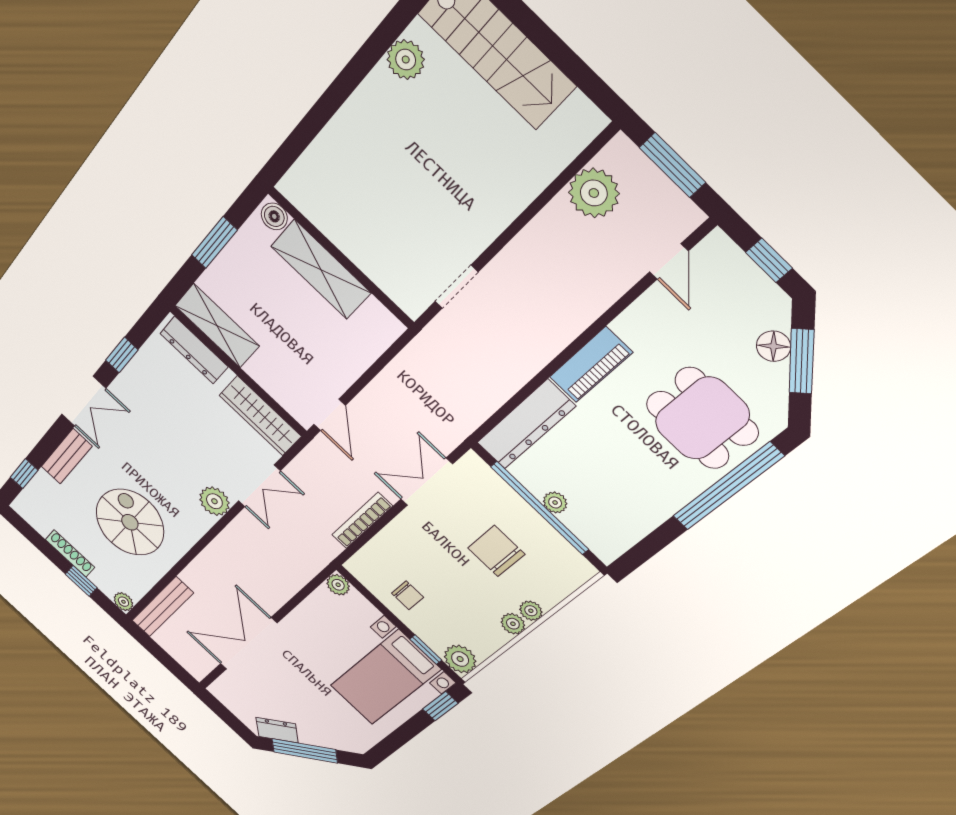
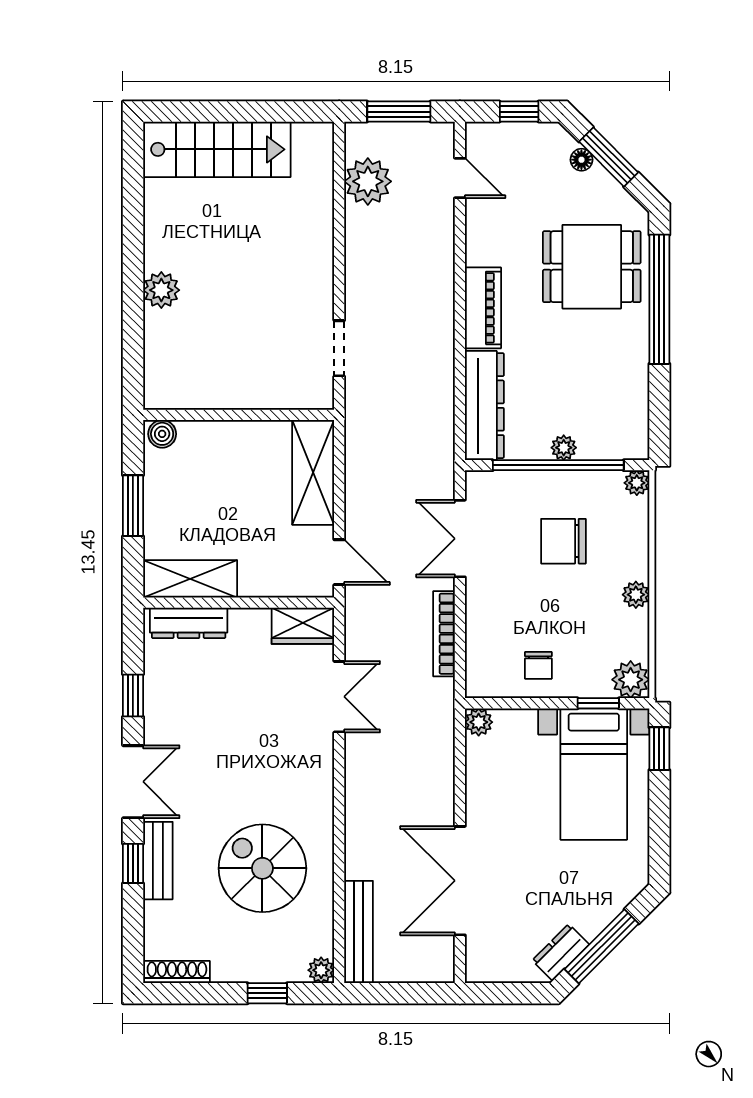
plant: (406, 60) -> (161, 290), moved
shelving: (321, 270) -> (313, 472), moved, turned 90
floor lamp: (773, 346) -> (581, 160), width x0.73, depth x0.73
wardrobe: (260, 416) -> (303, 626), width x0.67
window: (24, 474) -> (133, 863), moved
plant: (214, 501) -> (316, 757), removed
shoe rack: (70, 554) -> (177, 972), moved
chair: (407, 595) -> (538, 665), turned 90
plant: (531, 611) -> (637, 483), moved

